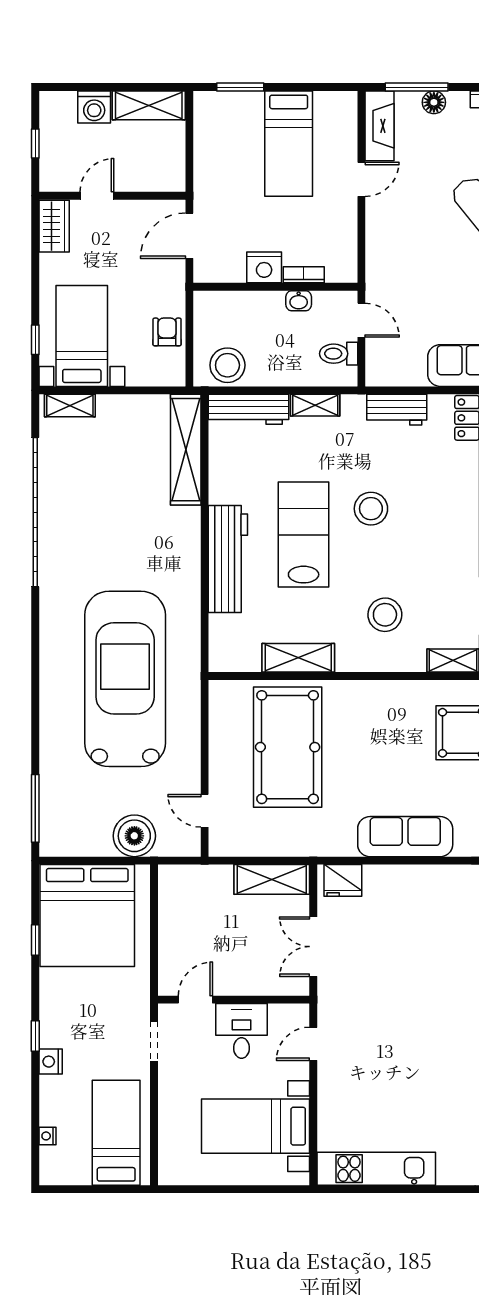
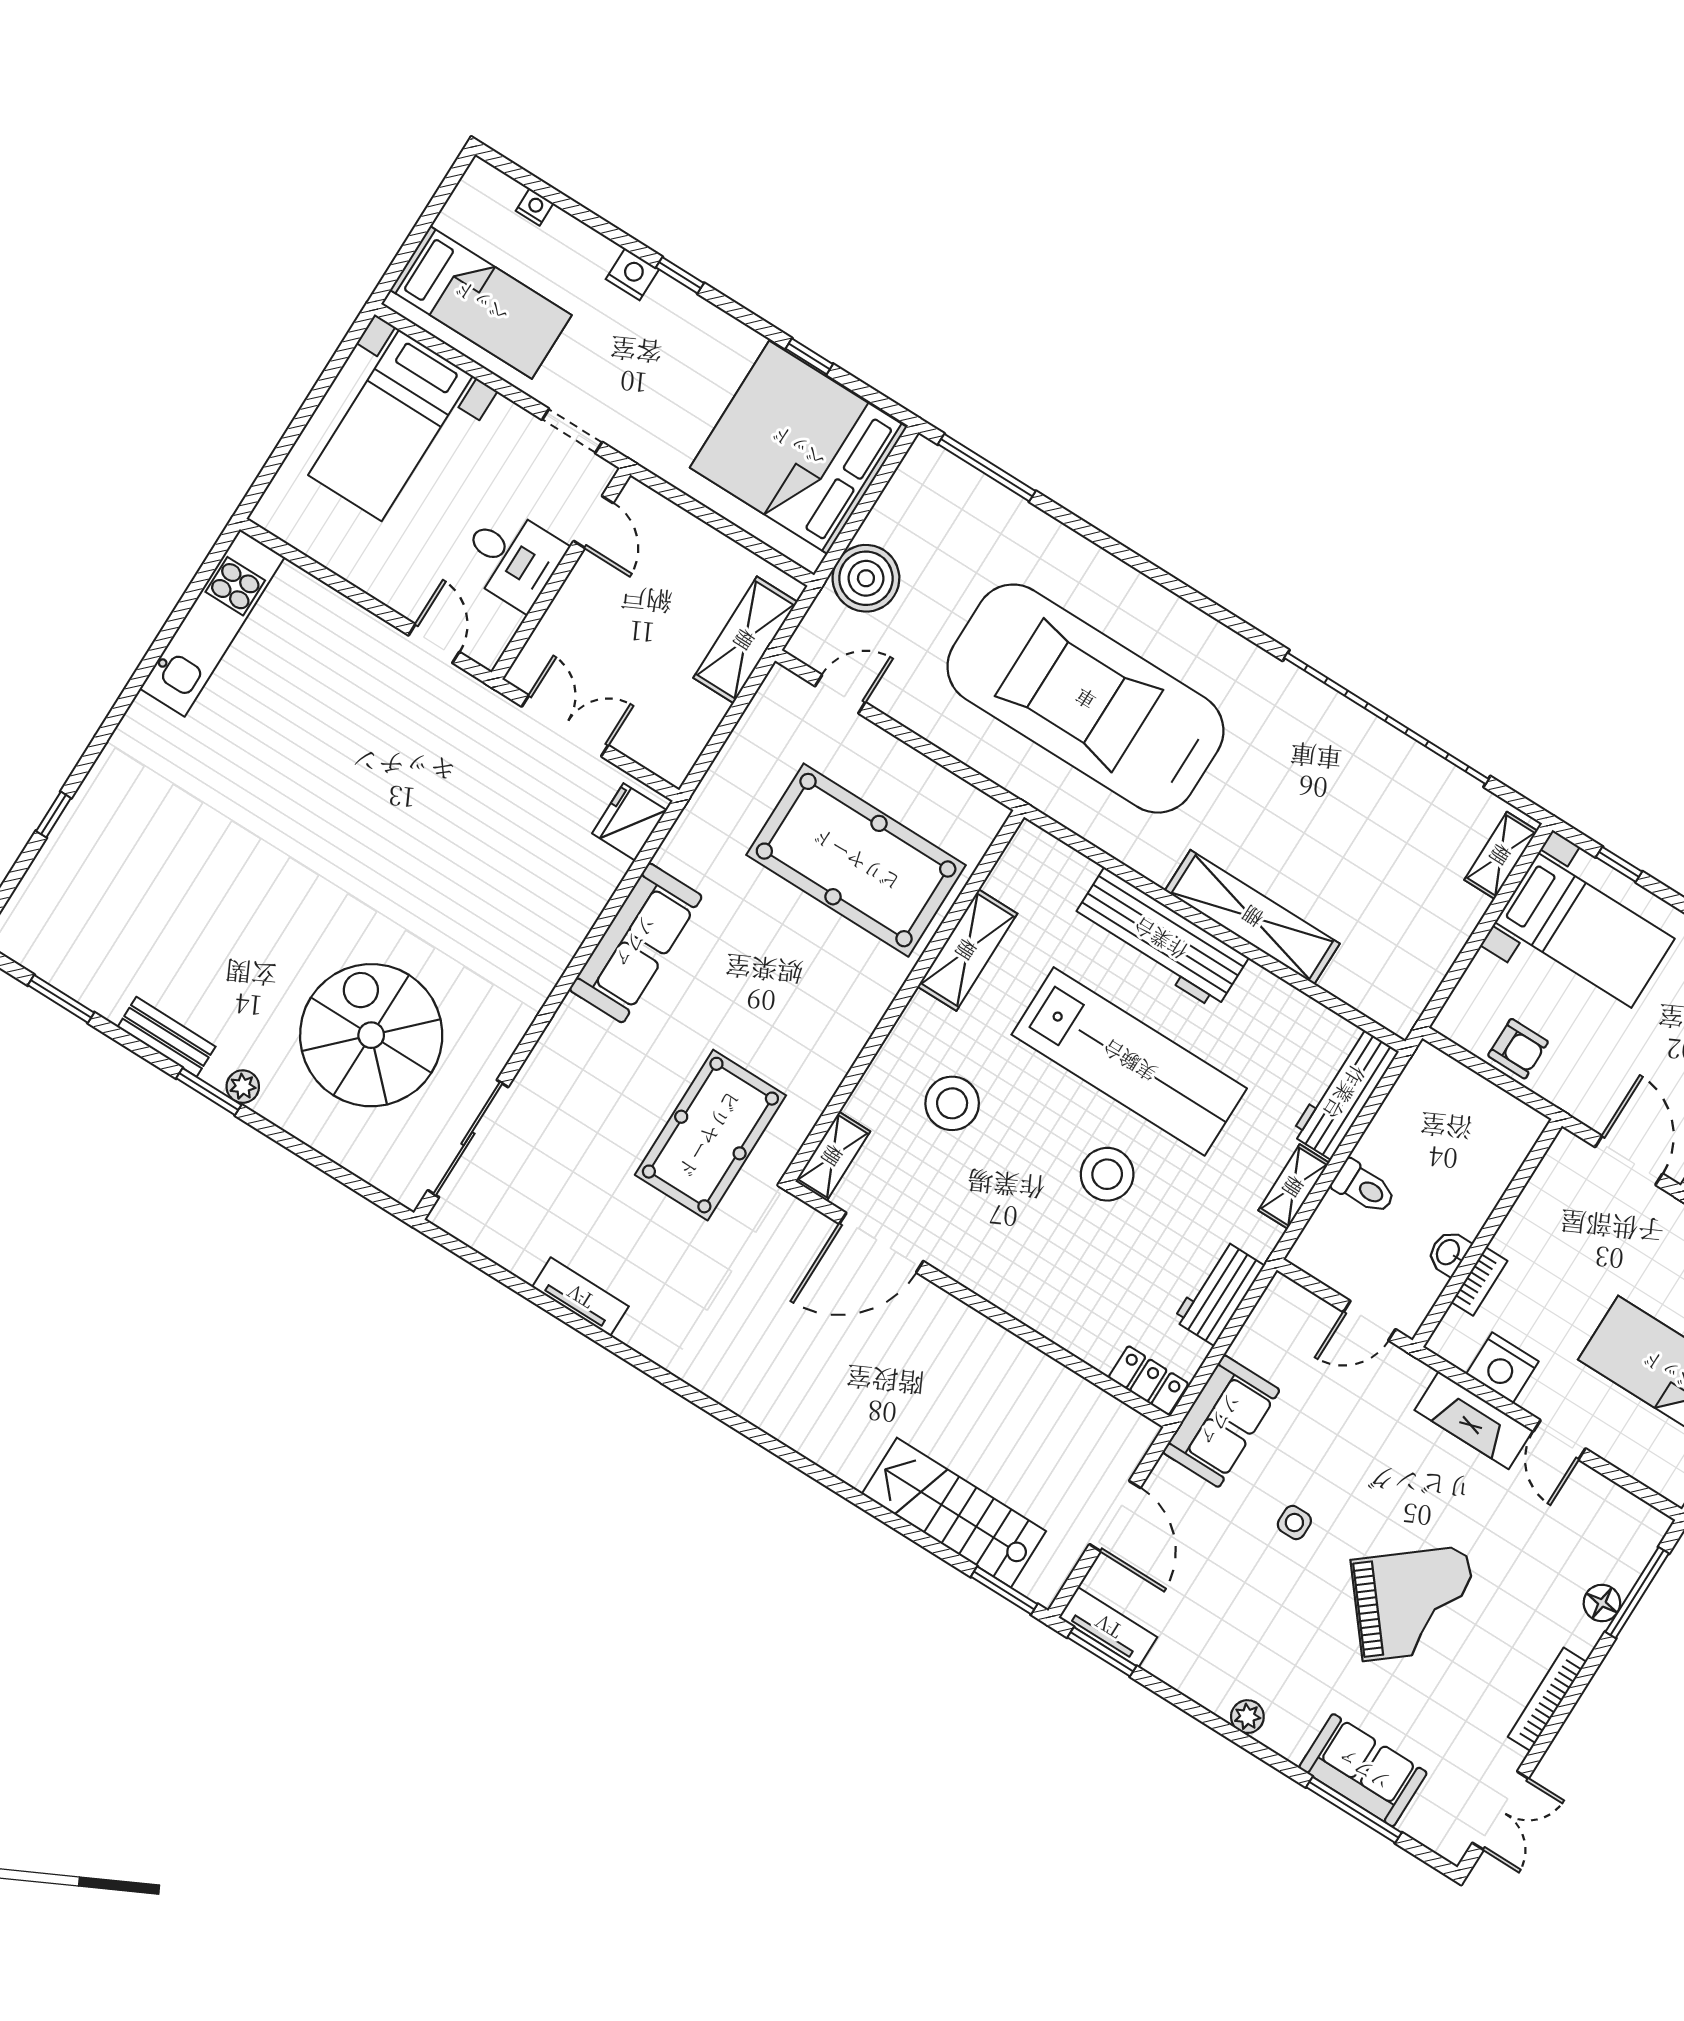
fireplace: (379, 126) -> (1474, 1420), moved
nightstand: (264, 267) -> (1502, 1368), moved, turned -90
toilet: (339, 354) -> (1364, 1187), moved, turned 90
stool: (227, 365) -> (1422, 1102), removed
shelving: (186, 450) -> (1252, 917), moved
lab bench: (304, 535) -> (1129, 1061), width x1.36
car: (125, 679) -> (1085, 699), turned 180
shelving: (272, 879) -> (745, 640), moved
bed with nightstands: (256, 1126) -> (390, 425), moved, turned 180

